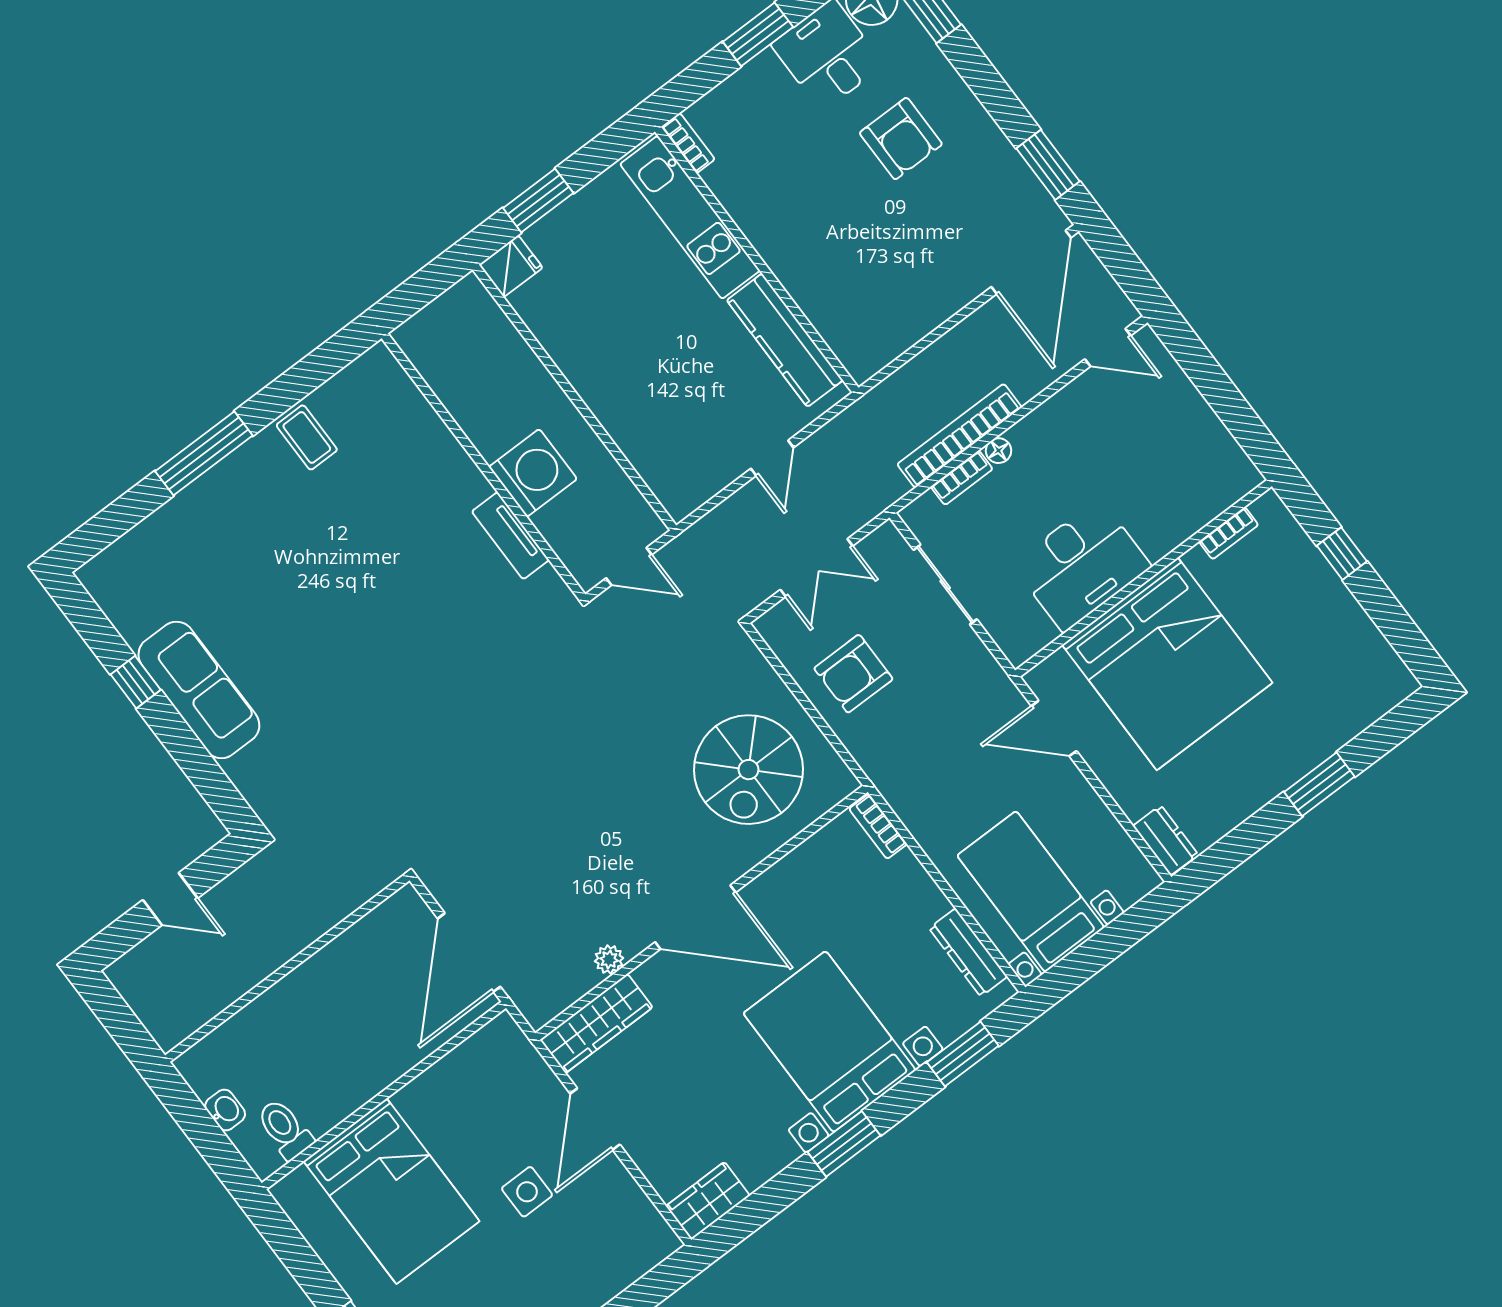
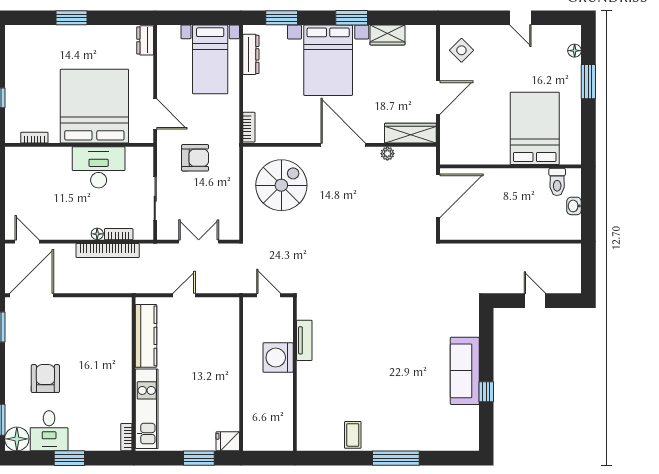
armchair: (853, 674) -> (195, 158), moved
side table: (527, 1192) -> (461, 50), moved, turned 45
wardrobe: (708, 1201) -> (387, 35), moved

